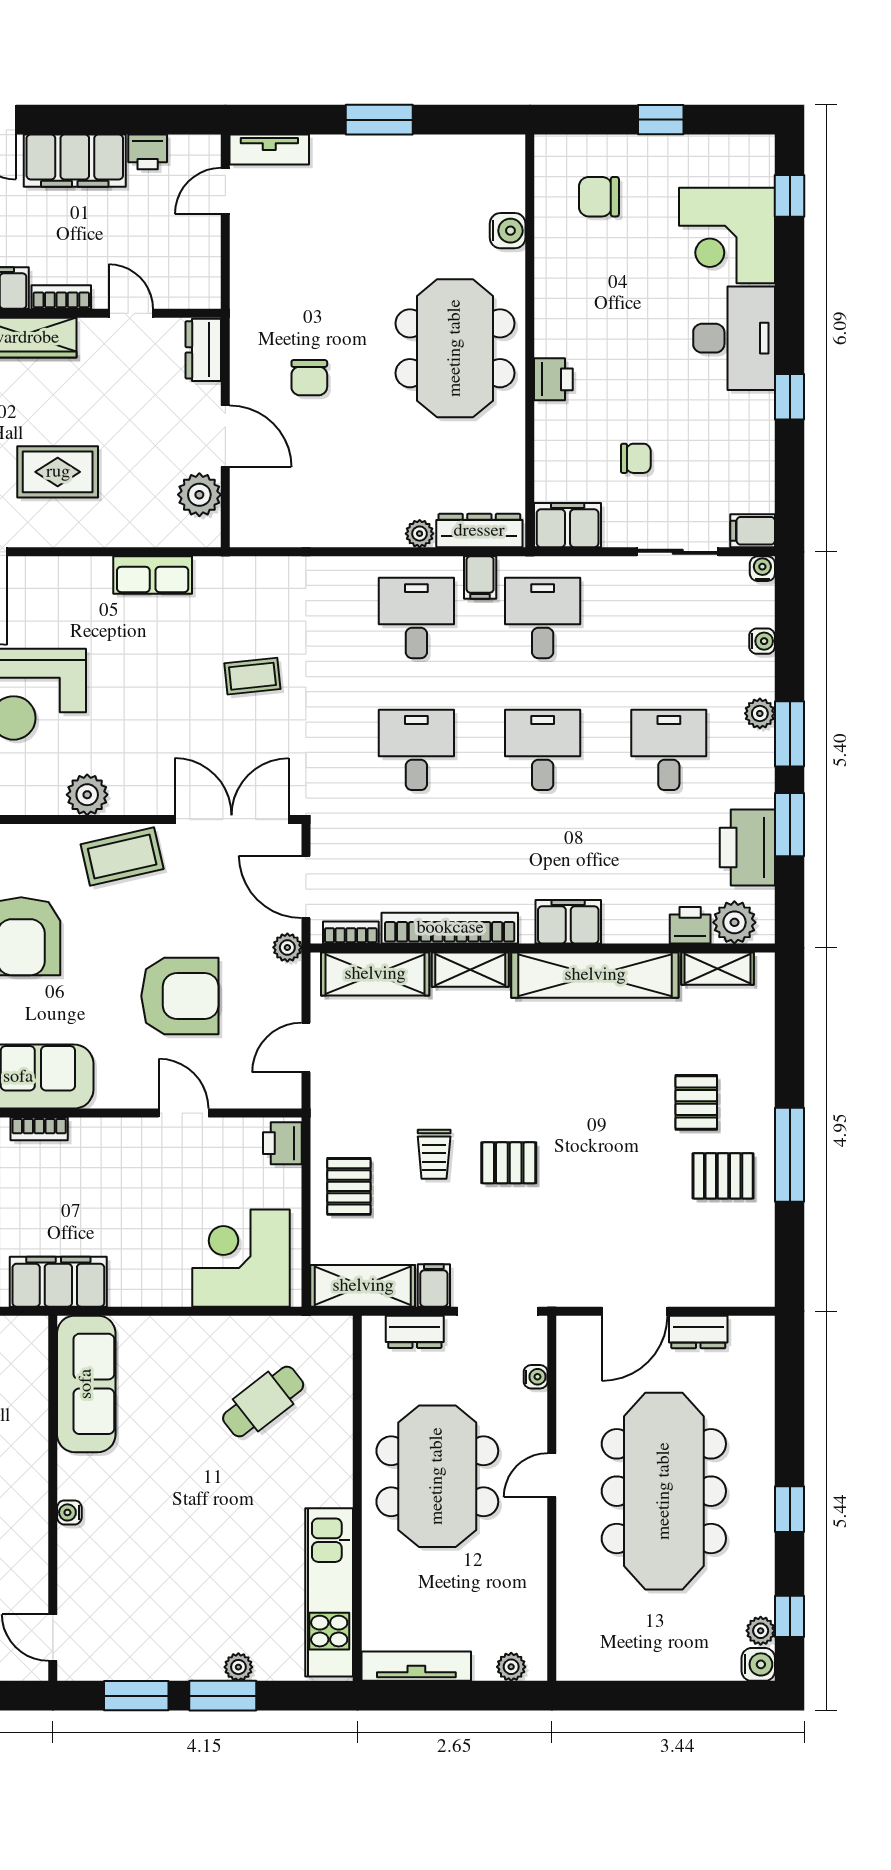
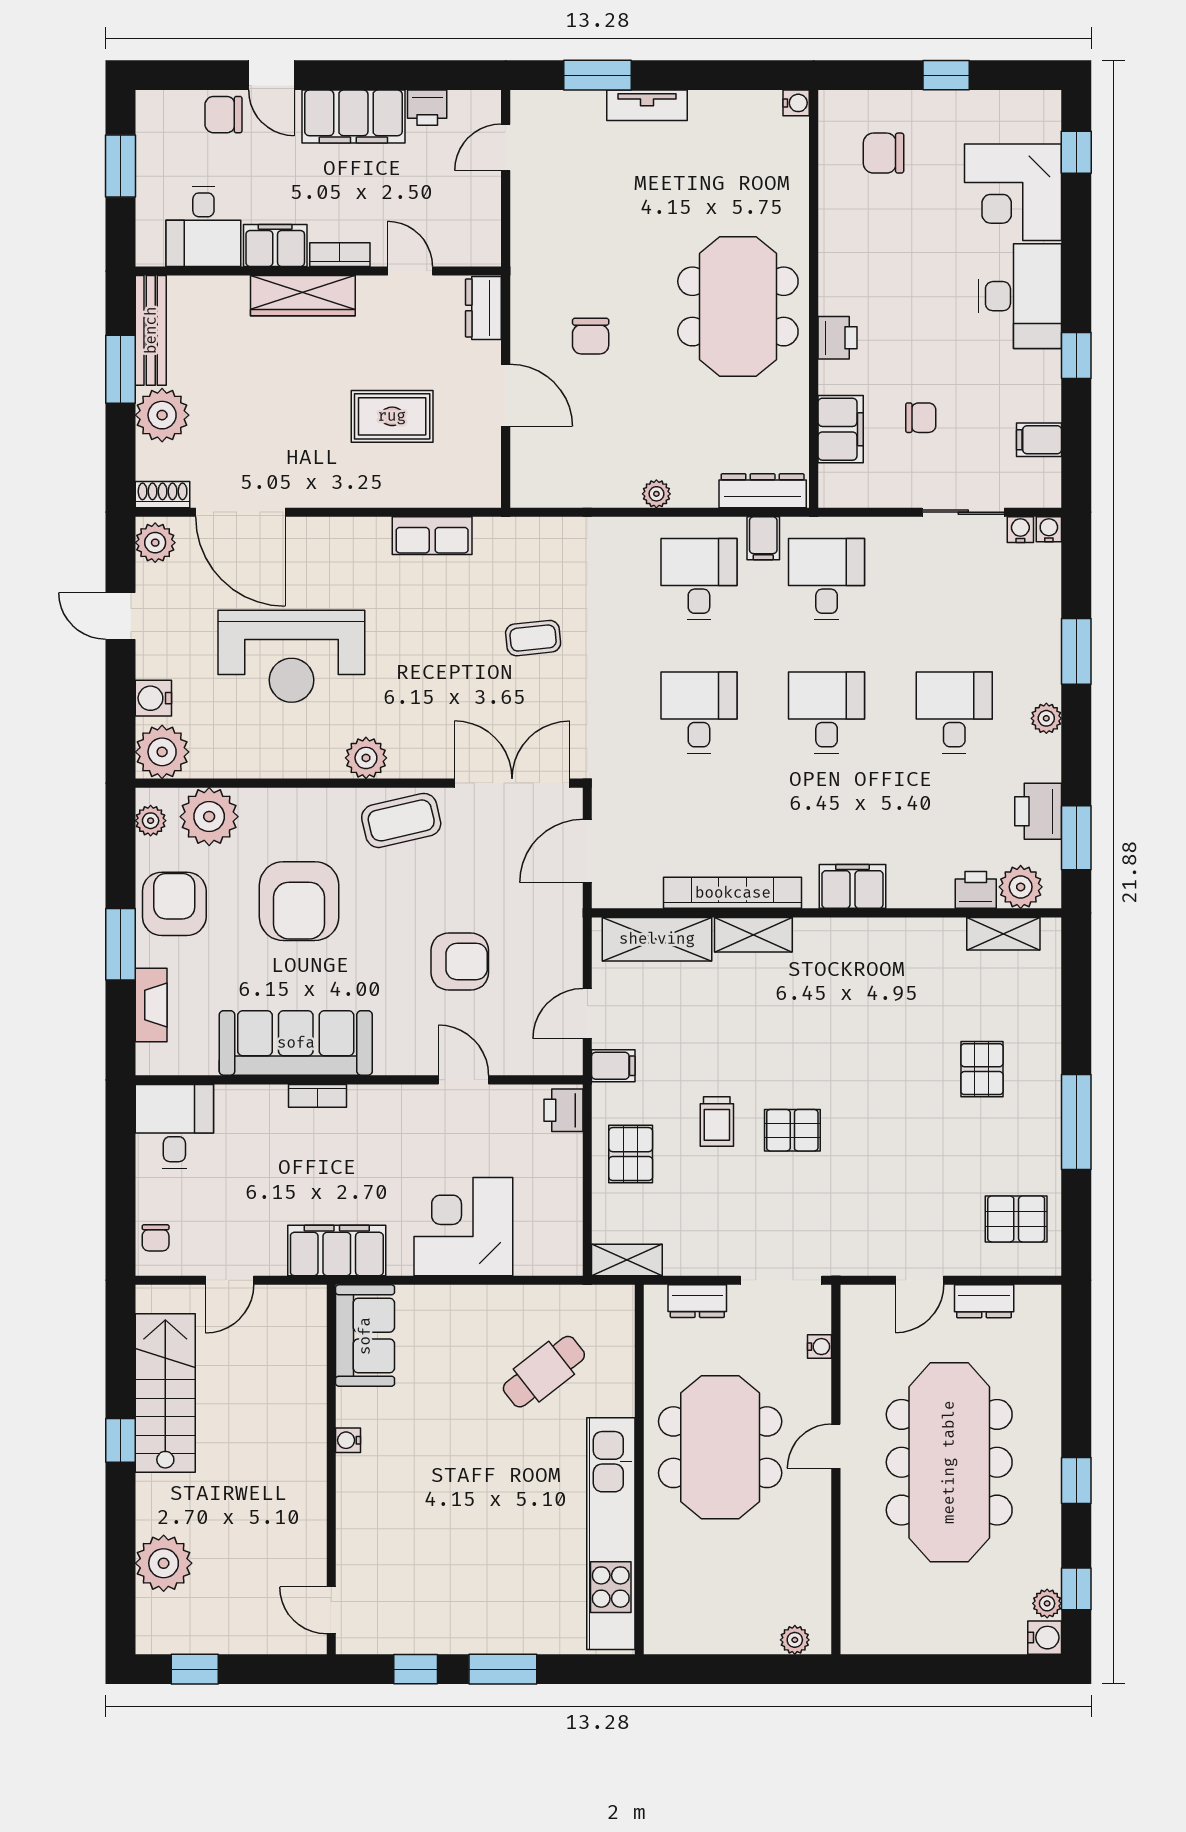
window: (379, 120) -> (597, 75), moved
tv unit: (269, 149) -> (647, 105), moved
water cooler: (508, 231) -> (796, 103), moved, width x0.72, depth x0.72
rug: (58, 472) -> (392, 416), moved
plant: (199, 495) -> (479, 455), removed
filing cabinet: (568, 525) -> (841, 429), moved, turned 90
filing cabinet: (753, 531) -> (1039, 440), moved
plant: (420, 534) -> (656, 494), moved
water cooler: (762, 641) -> (1020, 530), moved, turned -90
plant: (760, 713) -> (1046, 718), moved
window: (790, 734) -> (1076, 651), moved
window: (790, 825) -> (1076, 838), moved
printer: (747, 847) -> (1038, 811), width x0.73, depth x0.84
door: (306, 887) -> (587, 851), hinge flipped
bookcase: (351, 932) -> (633, 897), removed
plant: (287, 947) -> (568, 912), removed
shelving: (595, 975) -> (880, 940), removed
armchair: (180, 996) -> (460, 961), width x0.73, depth x0.73
pallet: (723, 1176) -> (1016, 1219), moved
corner desk: (241, 1258) -> (463, 1227), moved
filing cabinet: (434, 1285) -> (613, 1066), moved, turned 90
shelving: (363, 1286) -> (627, 1260), width x0.67, depth x0.75
door: (635, 1311) -> (920, 1280), width x0.73
sofa: (86, 1384) -> (365, 1336), width x0.73
water cooler: (69, 1512) -> (348, 1440), moved
kitchen unit: (329, 1592) -> (611, 1534), width x1.36
tv unit: (416, 1666) -> (699, 1639), removed
plant: (238, 1667) -> (519, 1640), removed
window: (136, 1696) -> (416, 1669), width x0.67

